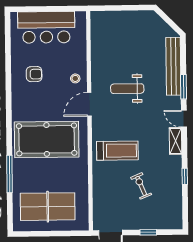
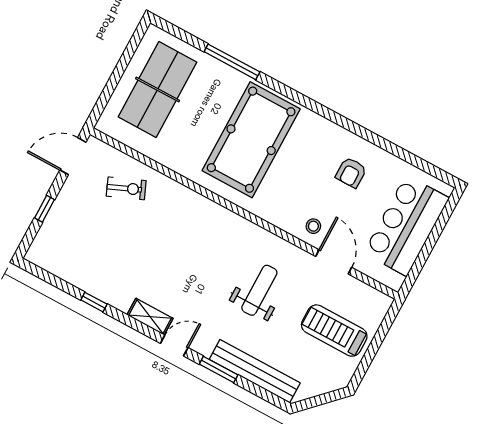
door: (89, 104) -> (334, 262), moved
treadmill: (117, 151) -> (334, 331), moved, turned 90
exercise bike: (141, 186) -> (126, 188), moved

